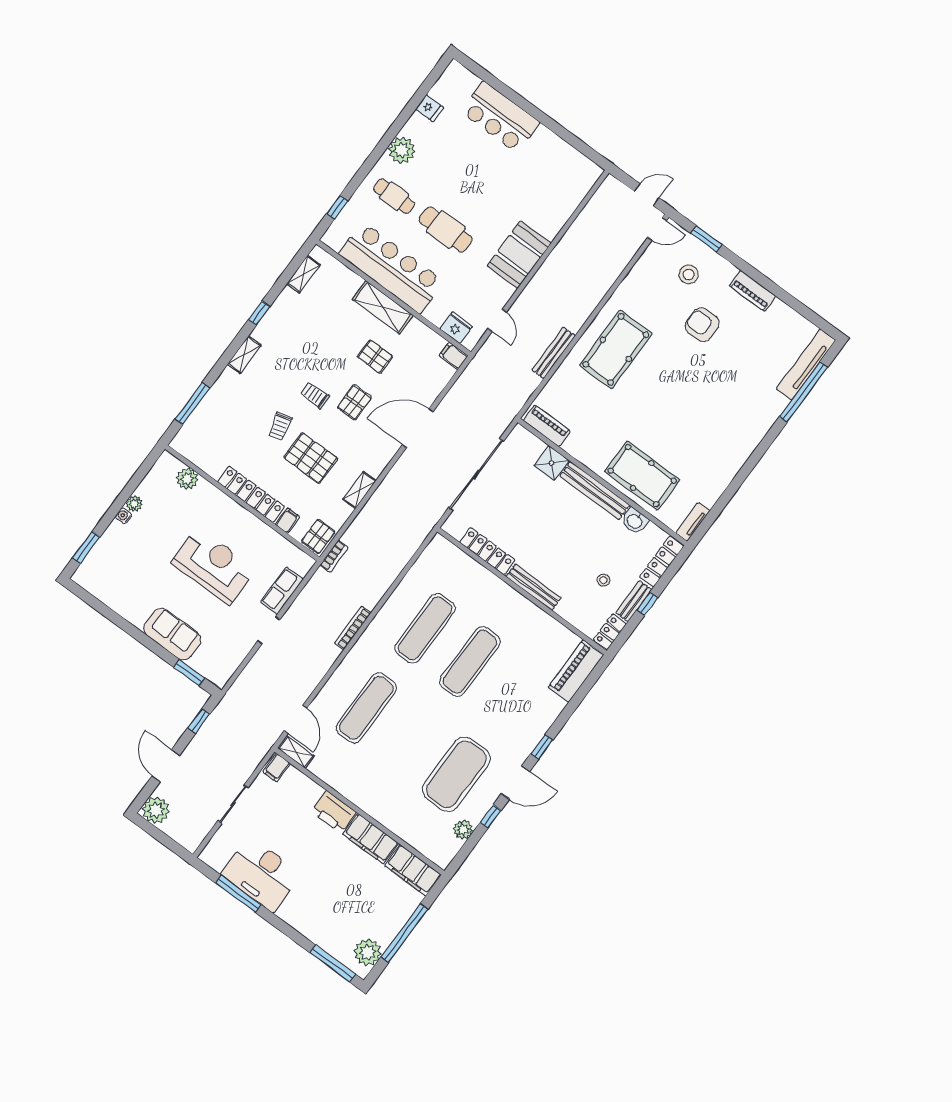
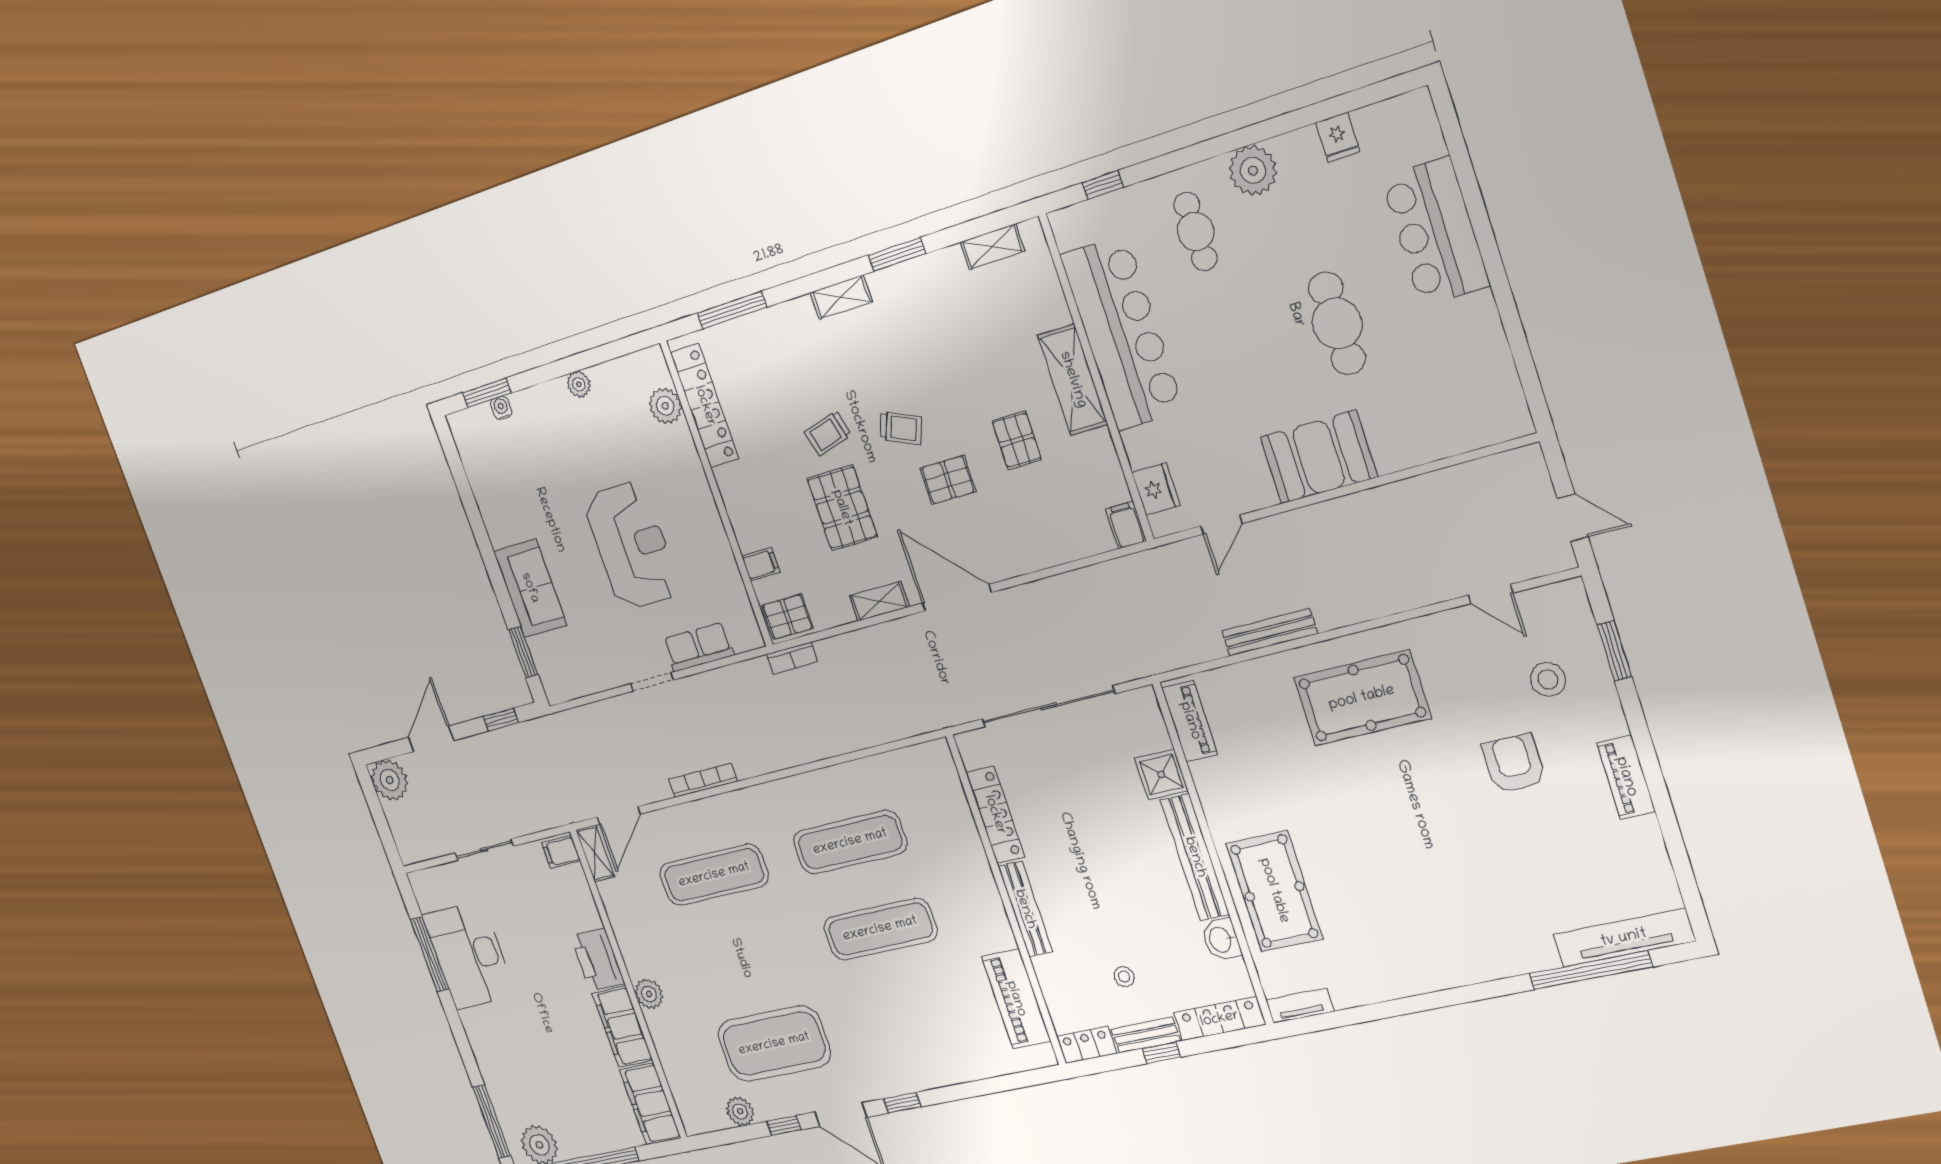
cafe table: (446, 229) -> (1337, 323), moved
door: (657, 229) -> (1490, 594), moved
window: (259, 313) -> (897, 254), width x1.50
trolley: (315, 395) -> (901, 428), turned 113
door: (418, 428) -> (957, 598), moved
locker: (251, 494) -> (705, 406), moved
water cooler: (124, 516) -> (501, 408), moved
bookcase: (353, 628) -> (703, 780), moved
piano: (576, 671) -> (1016, 999), moved, turned -90
plant: (373, 806) -> (649, 994), added

